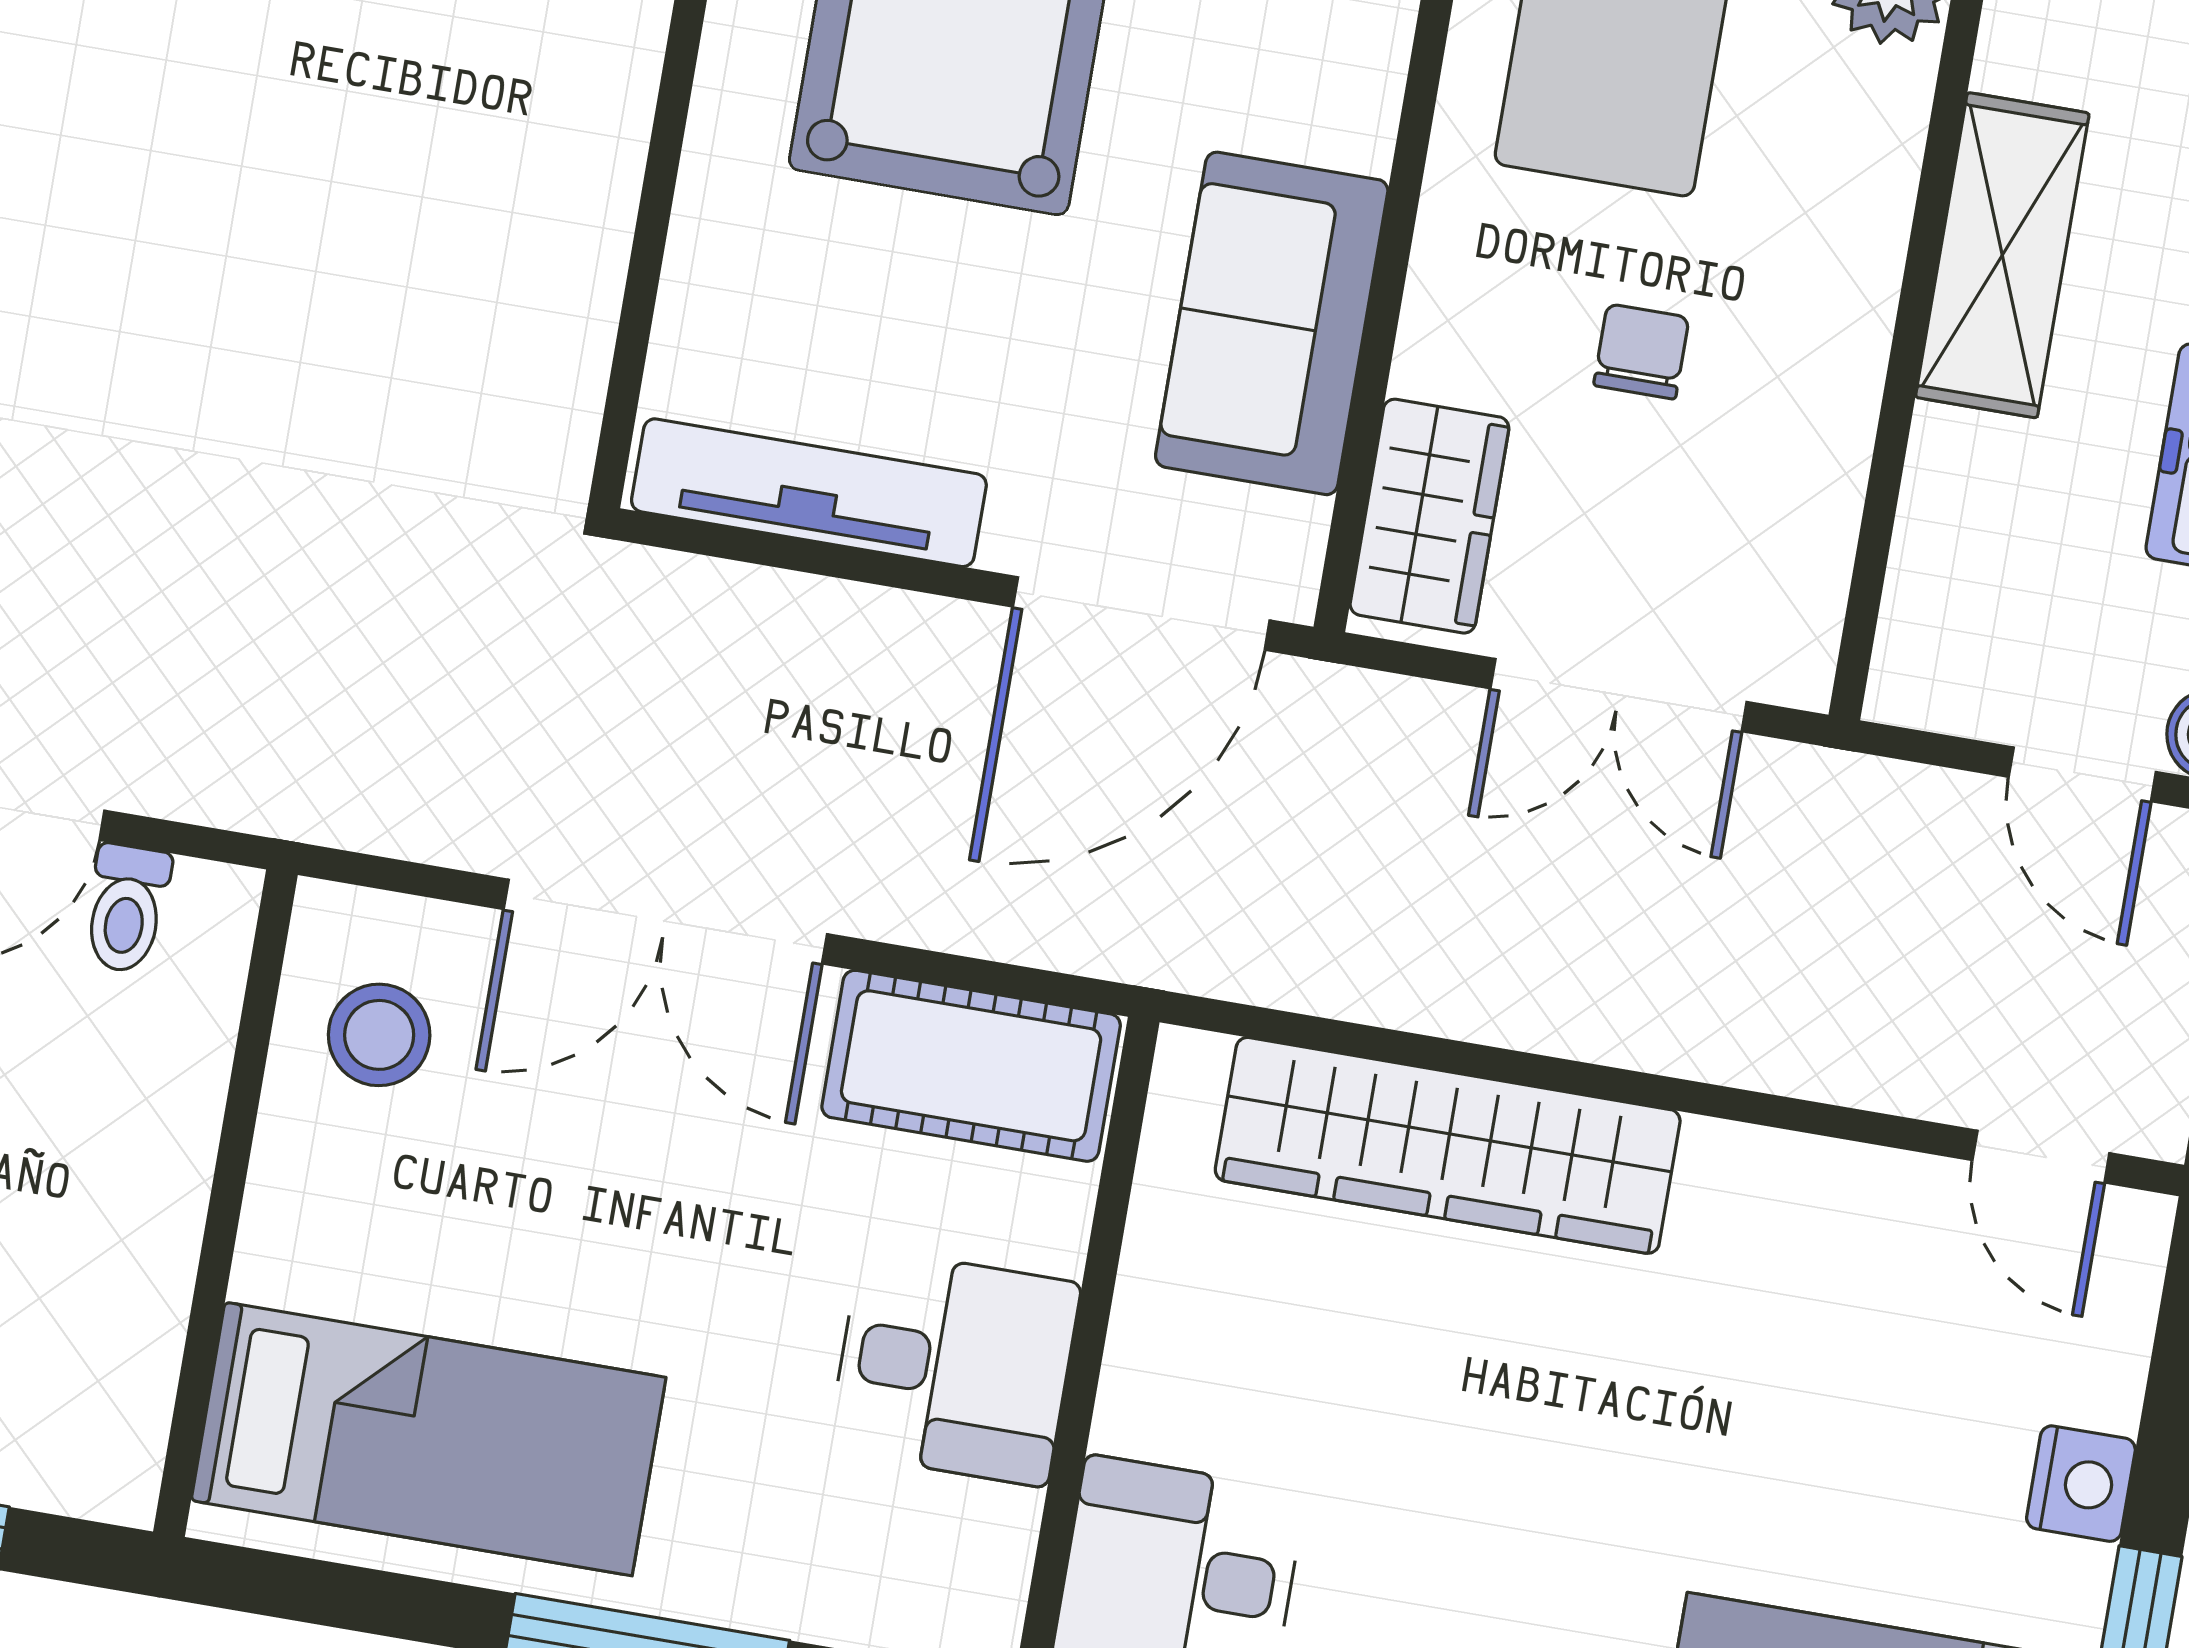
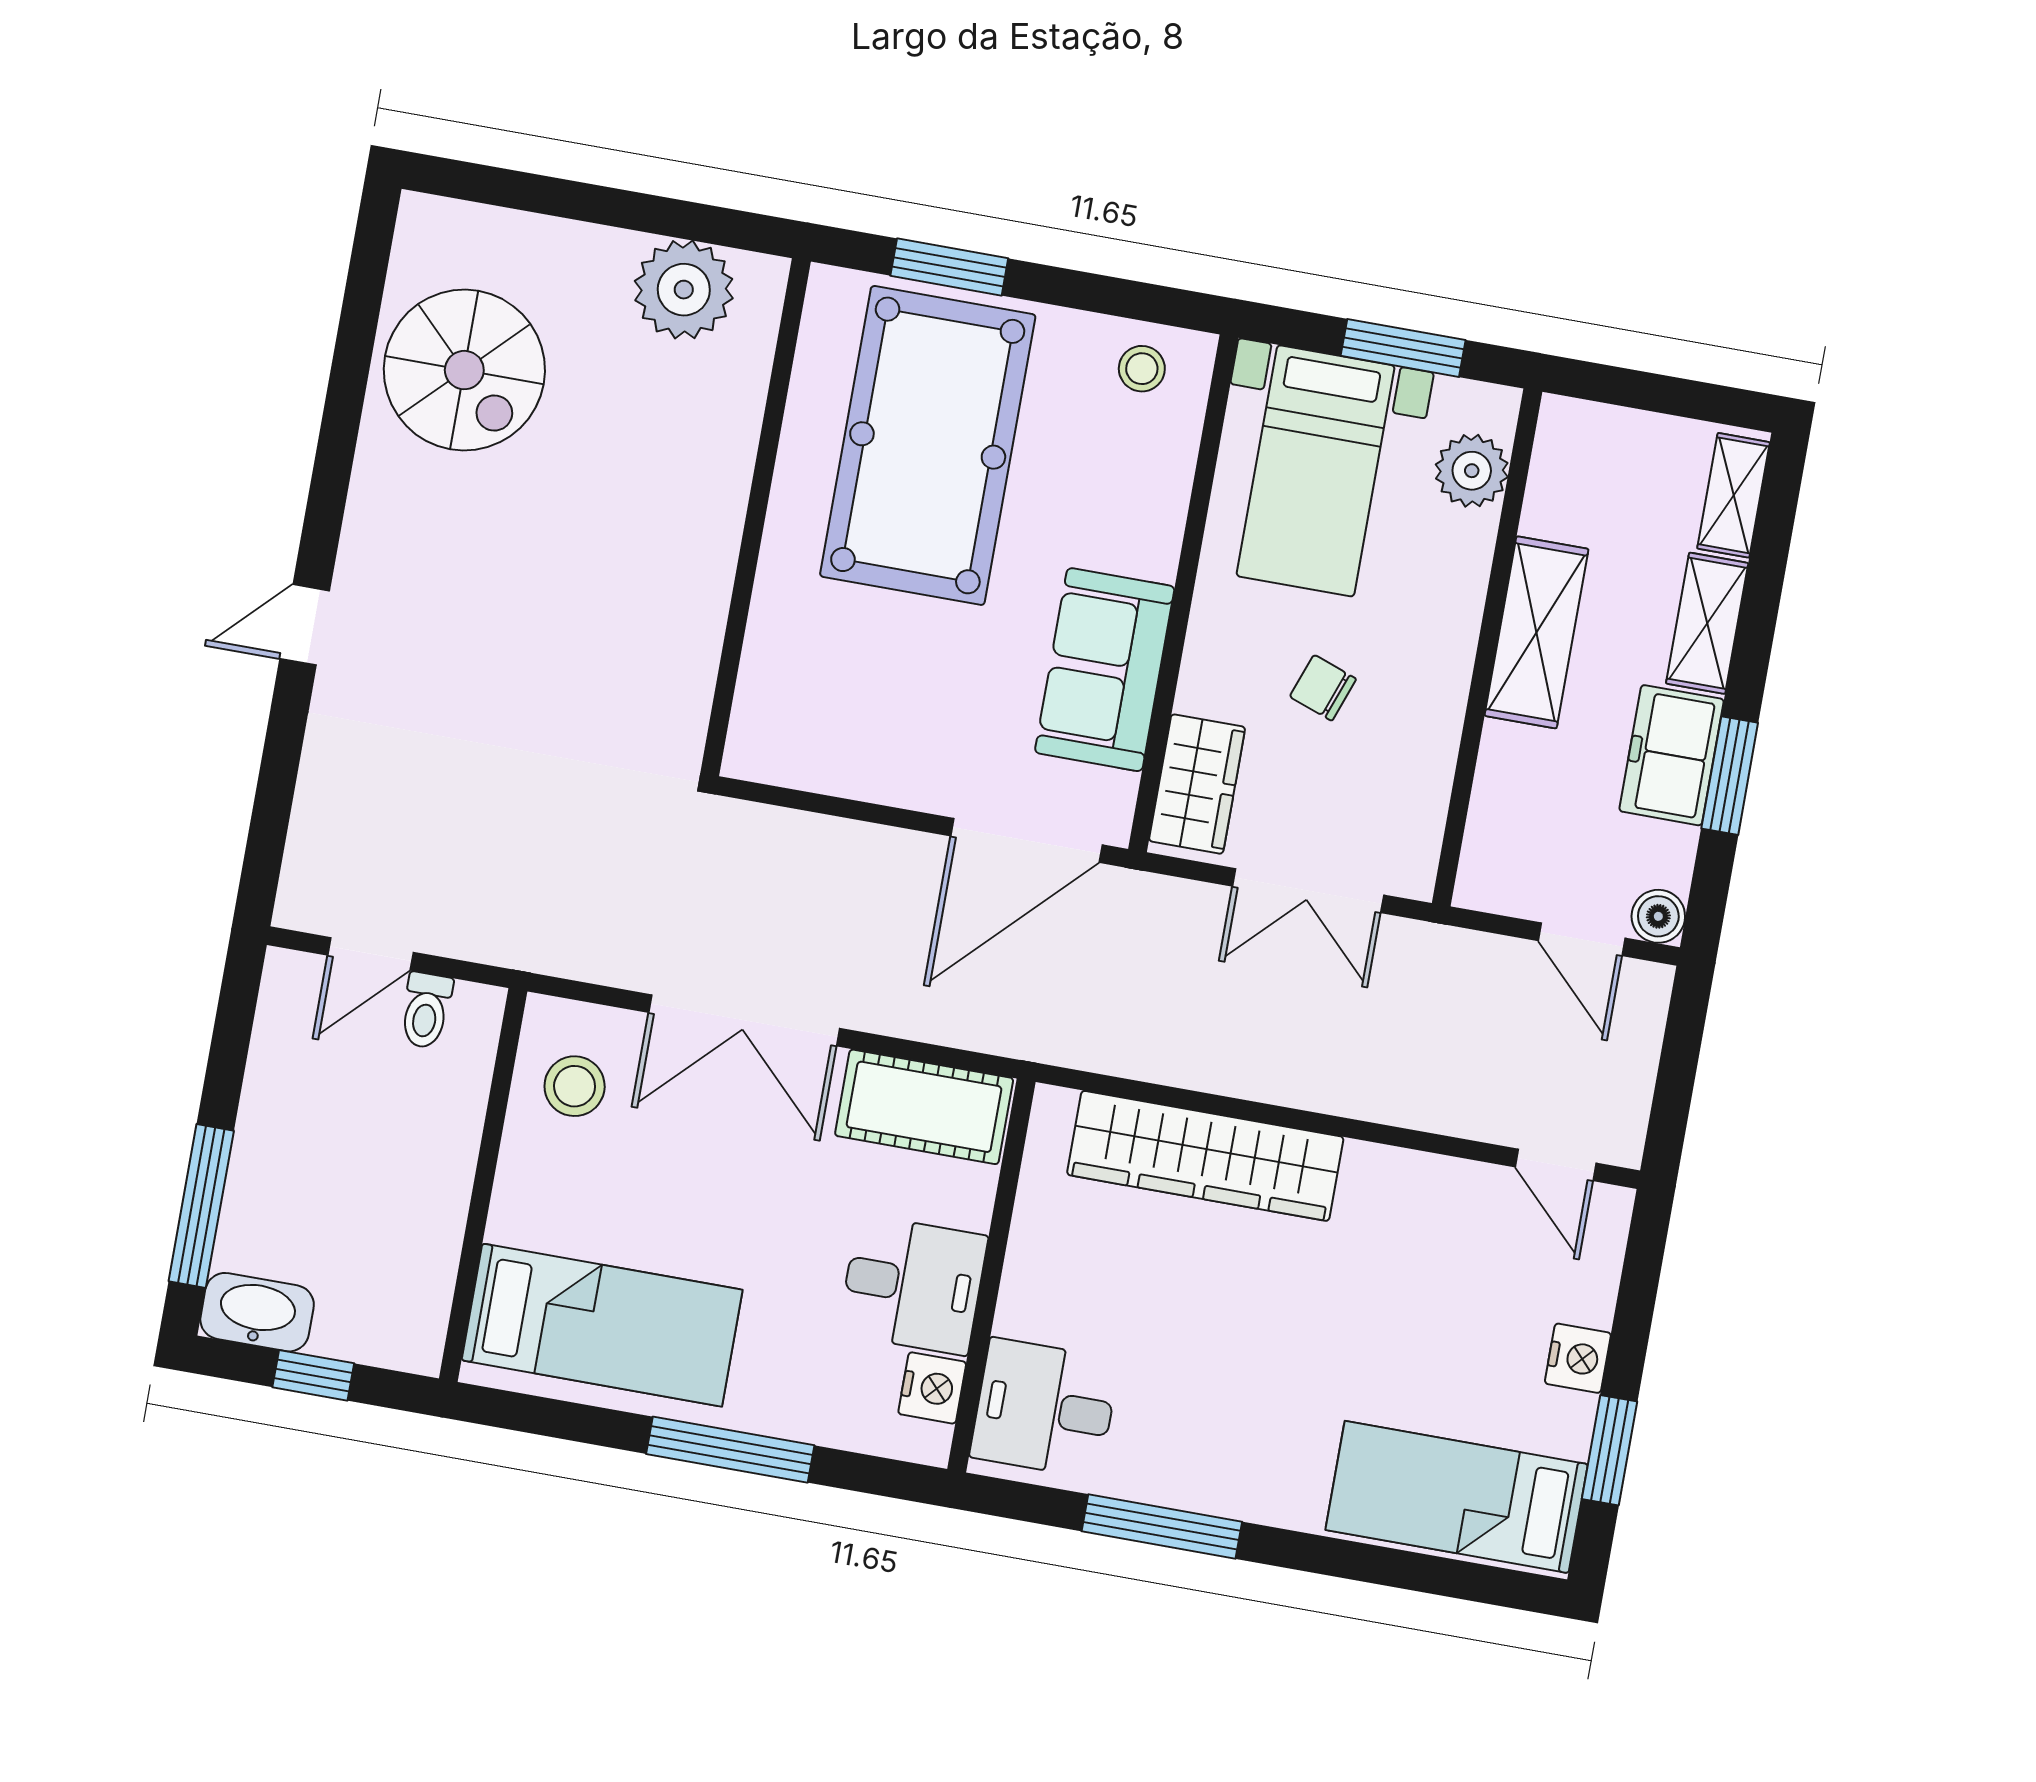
chair: (1641, 351) -> (1323, 688), turned -70
tv unit: (809, 493) -> (831, 768), removed
nightstand: (988, 1542) -> (932, 1388), added

